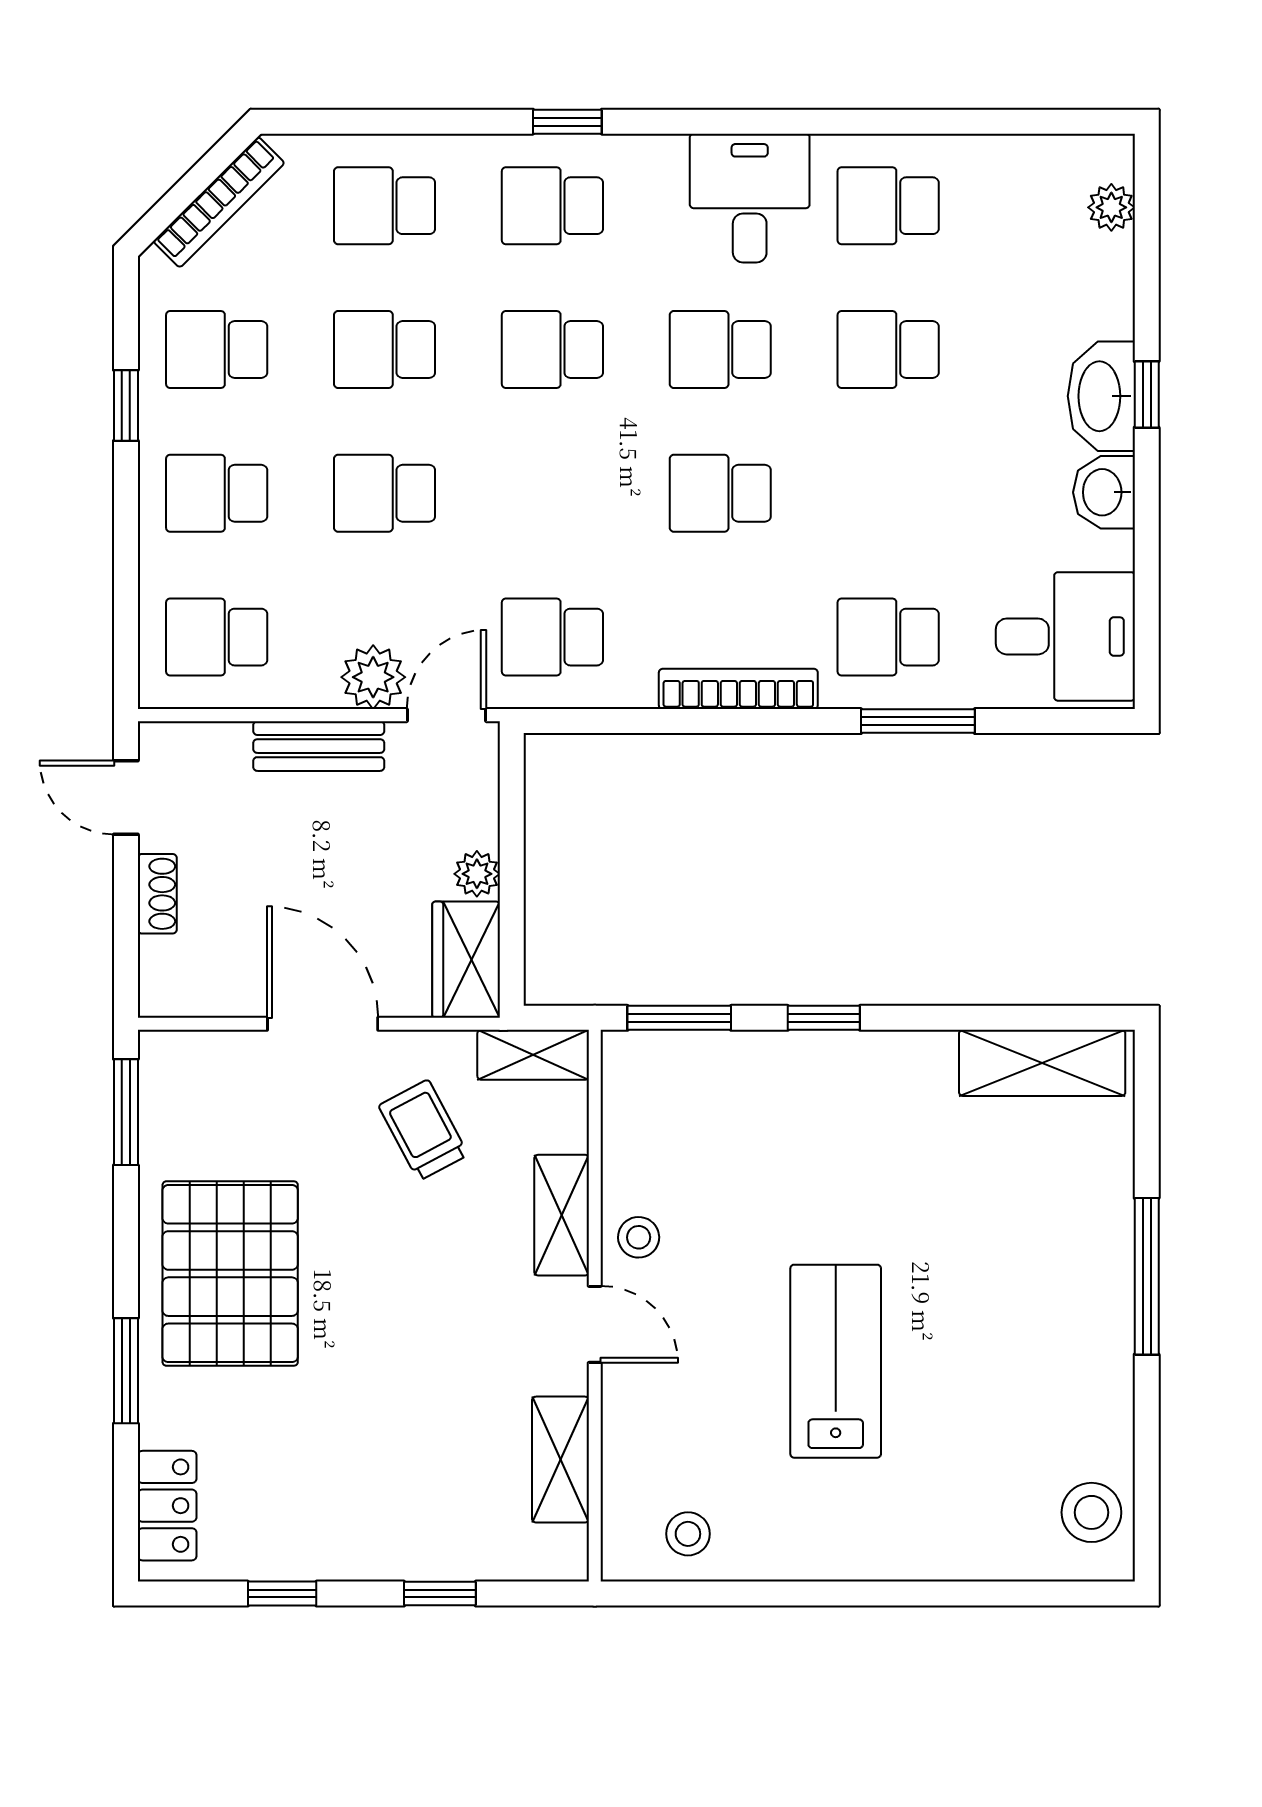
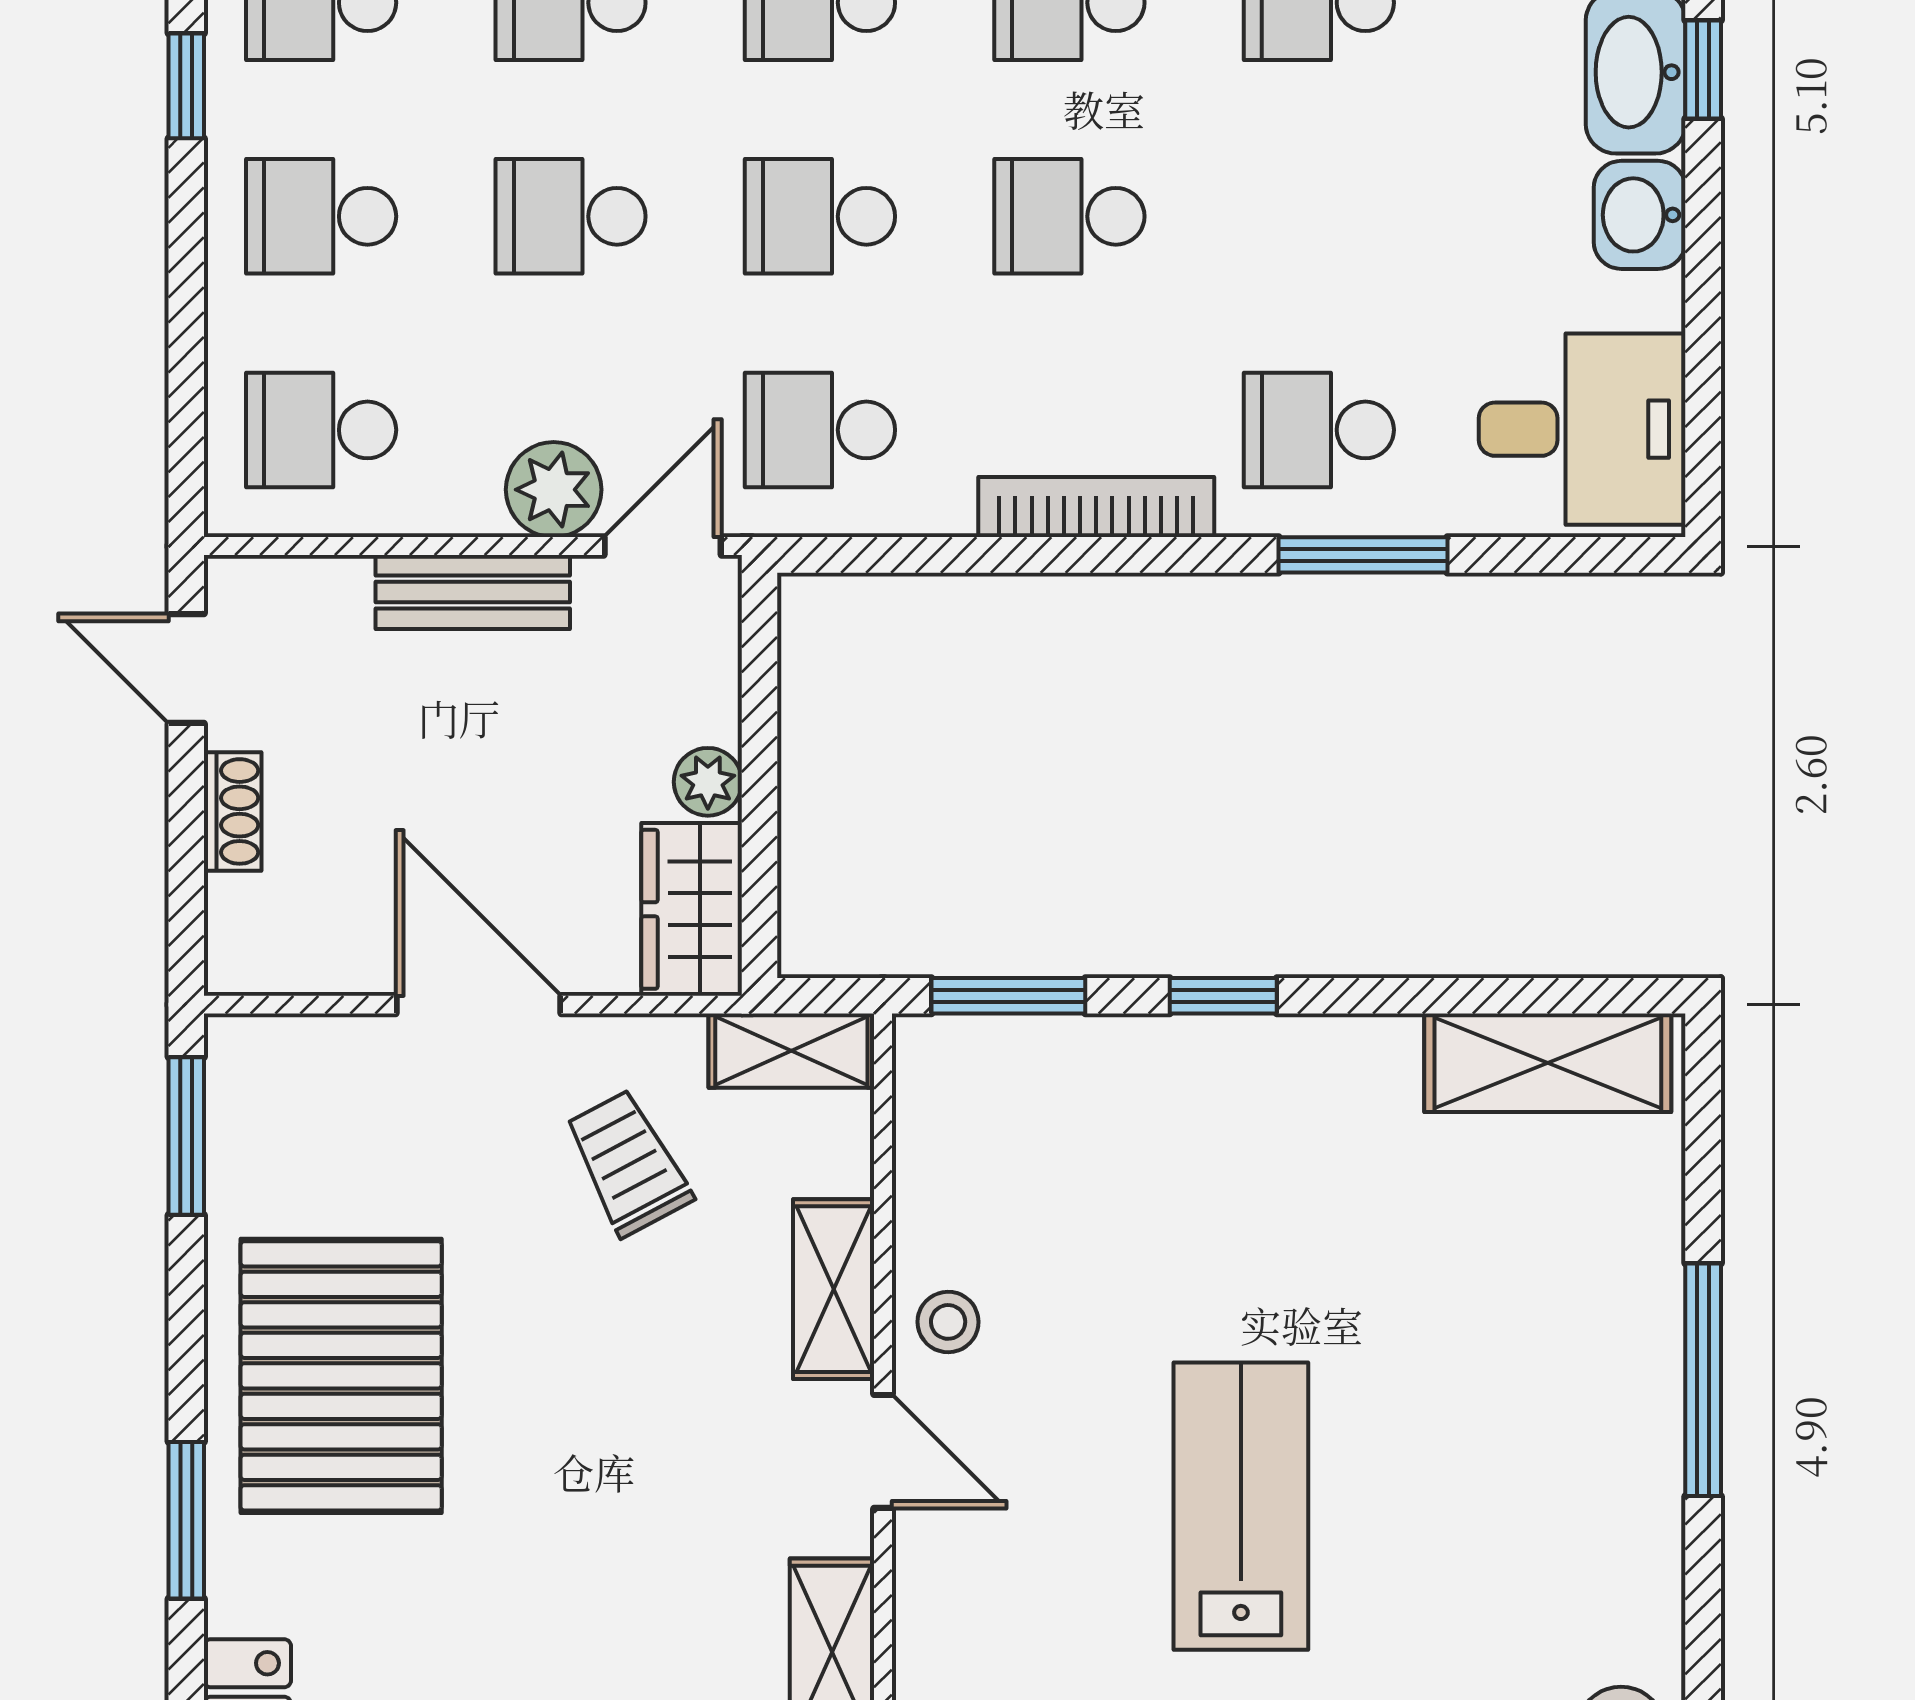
school desk: (552, 493) -> (820, 216), added

